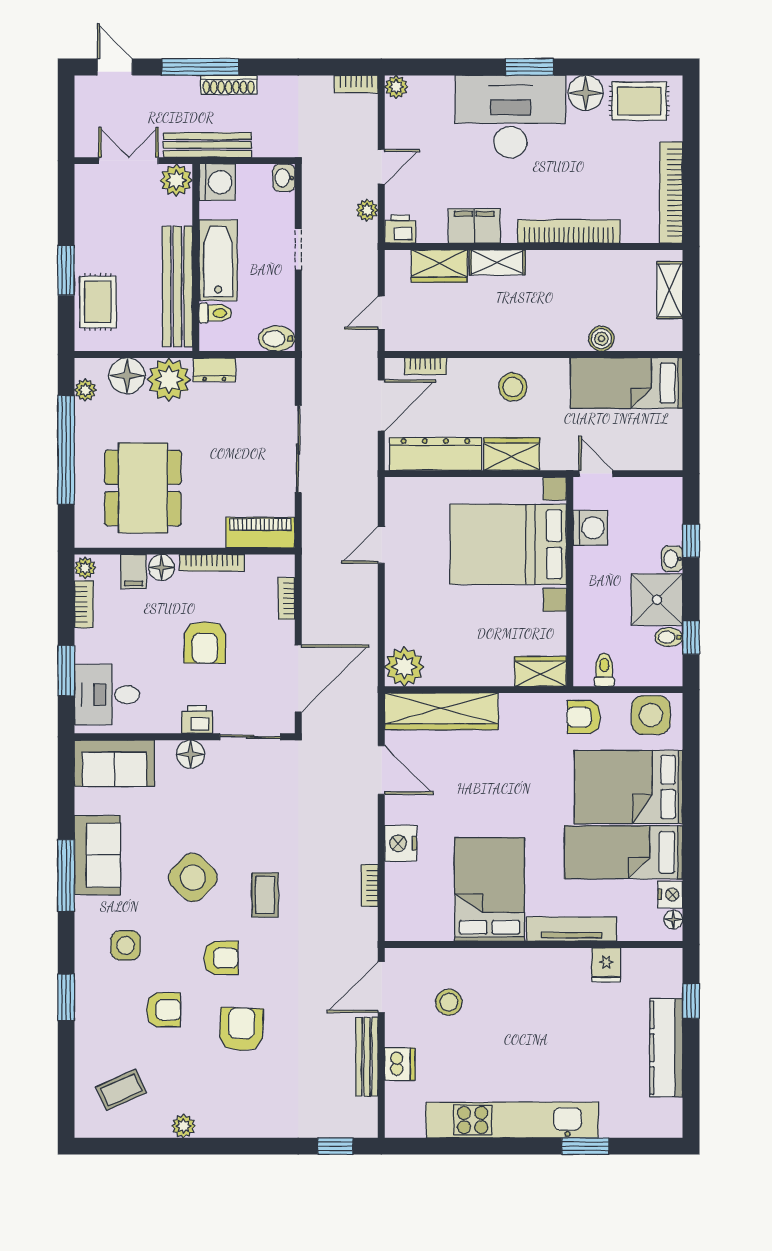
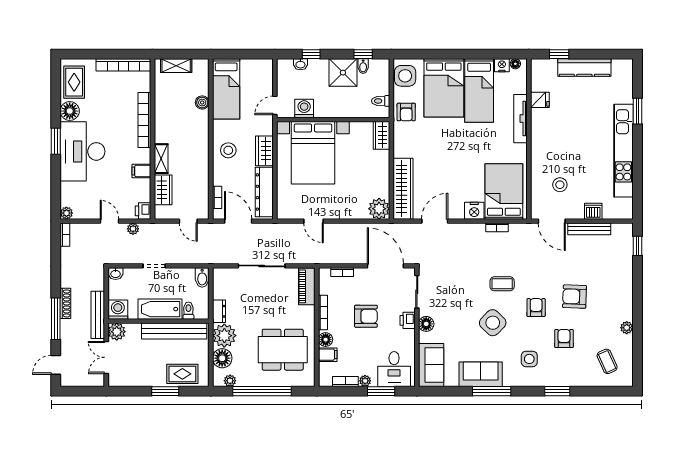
filing cabinet: (474, 226) -> (141, 171), width x0.50
washbasin: (672, 559) -> (300, 64), moved
plant: (85, 568) -> (365, 381), moved
bed: (490, 889) -> (504, 191), moved, turned 90

